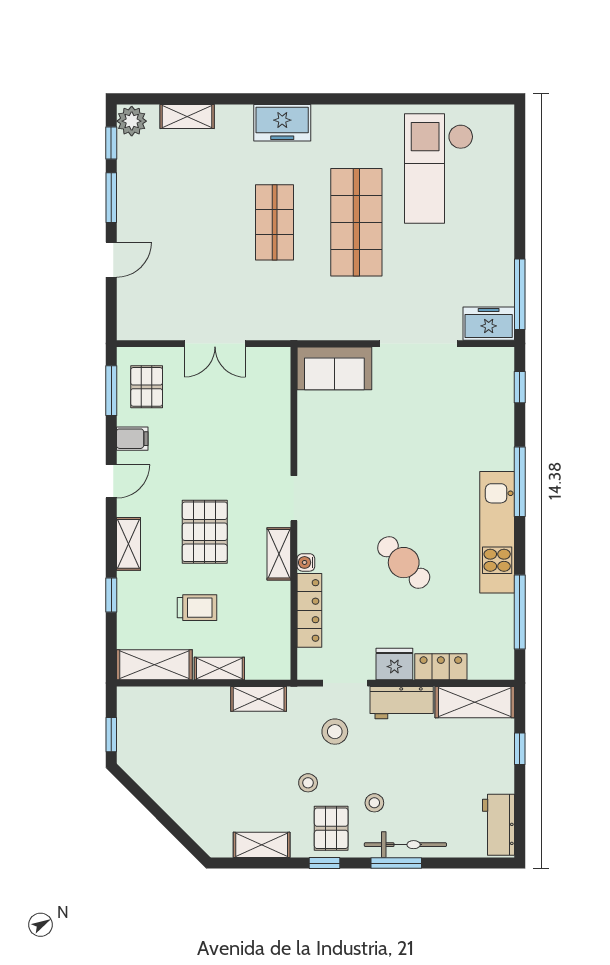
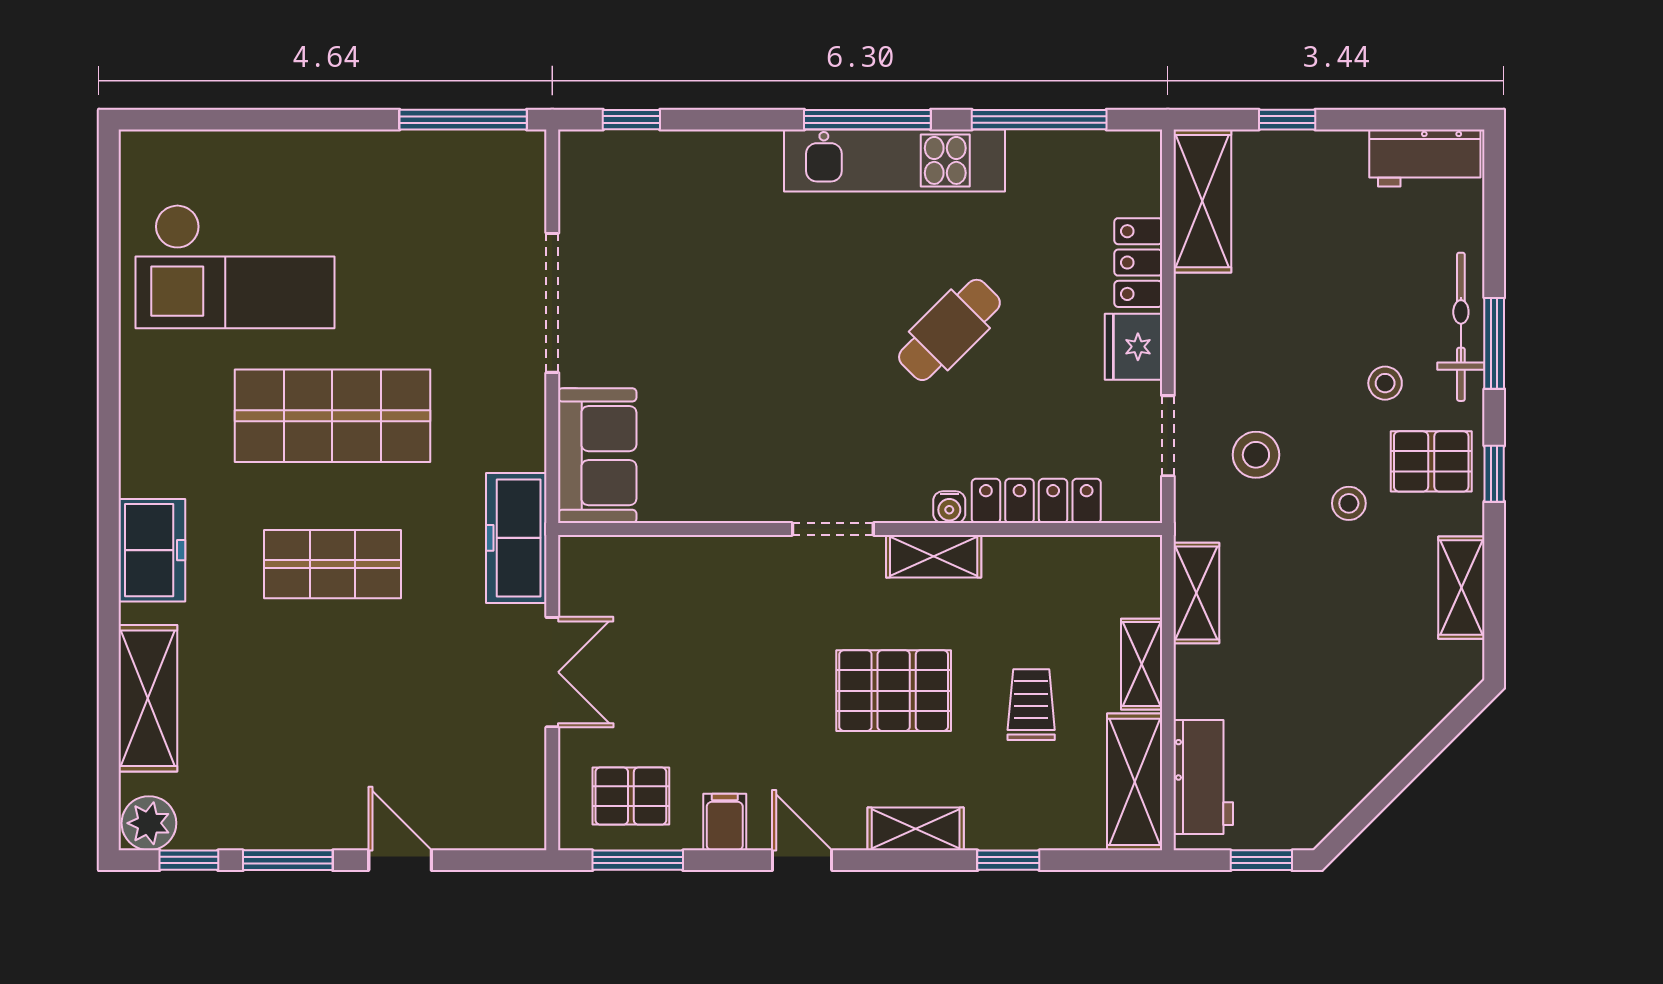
shelving: (187, 116) -> (148, 698), width x1.50, depth x1.33
freezer: (489, 324) -> (516, 538), moved, width x1.40
window: (520, 482) -> (867, 120), moved
workbench: (402, 703) -> (1203, 777), moved

